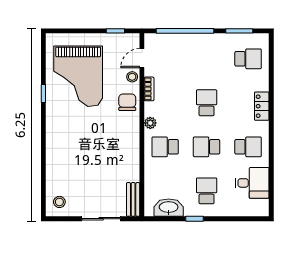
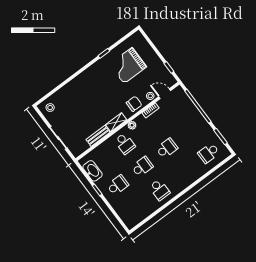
school desk: (248, 59) -> (209, 153), turned 90
grand piano: (78, 76) -> (128, 66), width x0.73, depth x0.68
locker: (262, 106) -> (188, 180), removed
shelving: (133, 139) -> (116, 122), added
school desk: (165, 147) -> (125, 144), turned 180
school desk: (207, 147) -> (142, 167), turned 90
desk: (252, 183) -> (141, 207), removed
bench: (133, 199) -> (98, 136), moved

